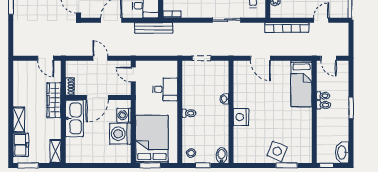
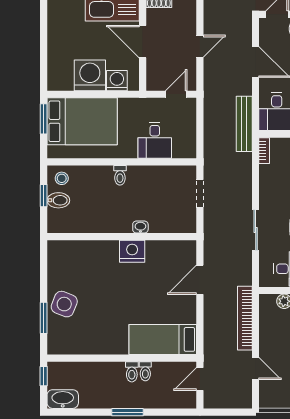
nightstand: (241, 117) -> (132, 251), moved
bidet: (222, 155) -> (58, 200), moved

